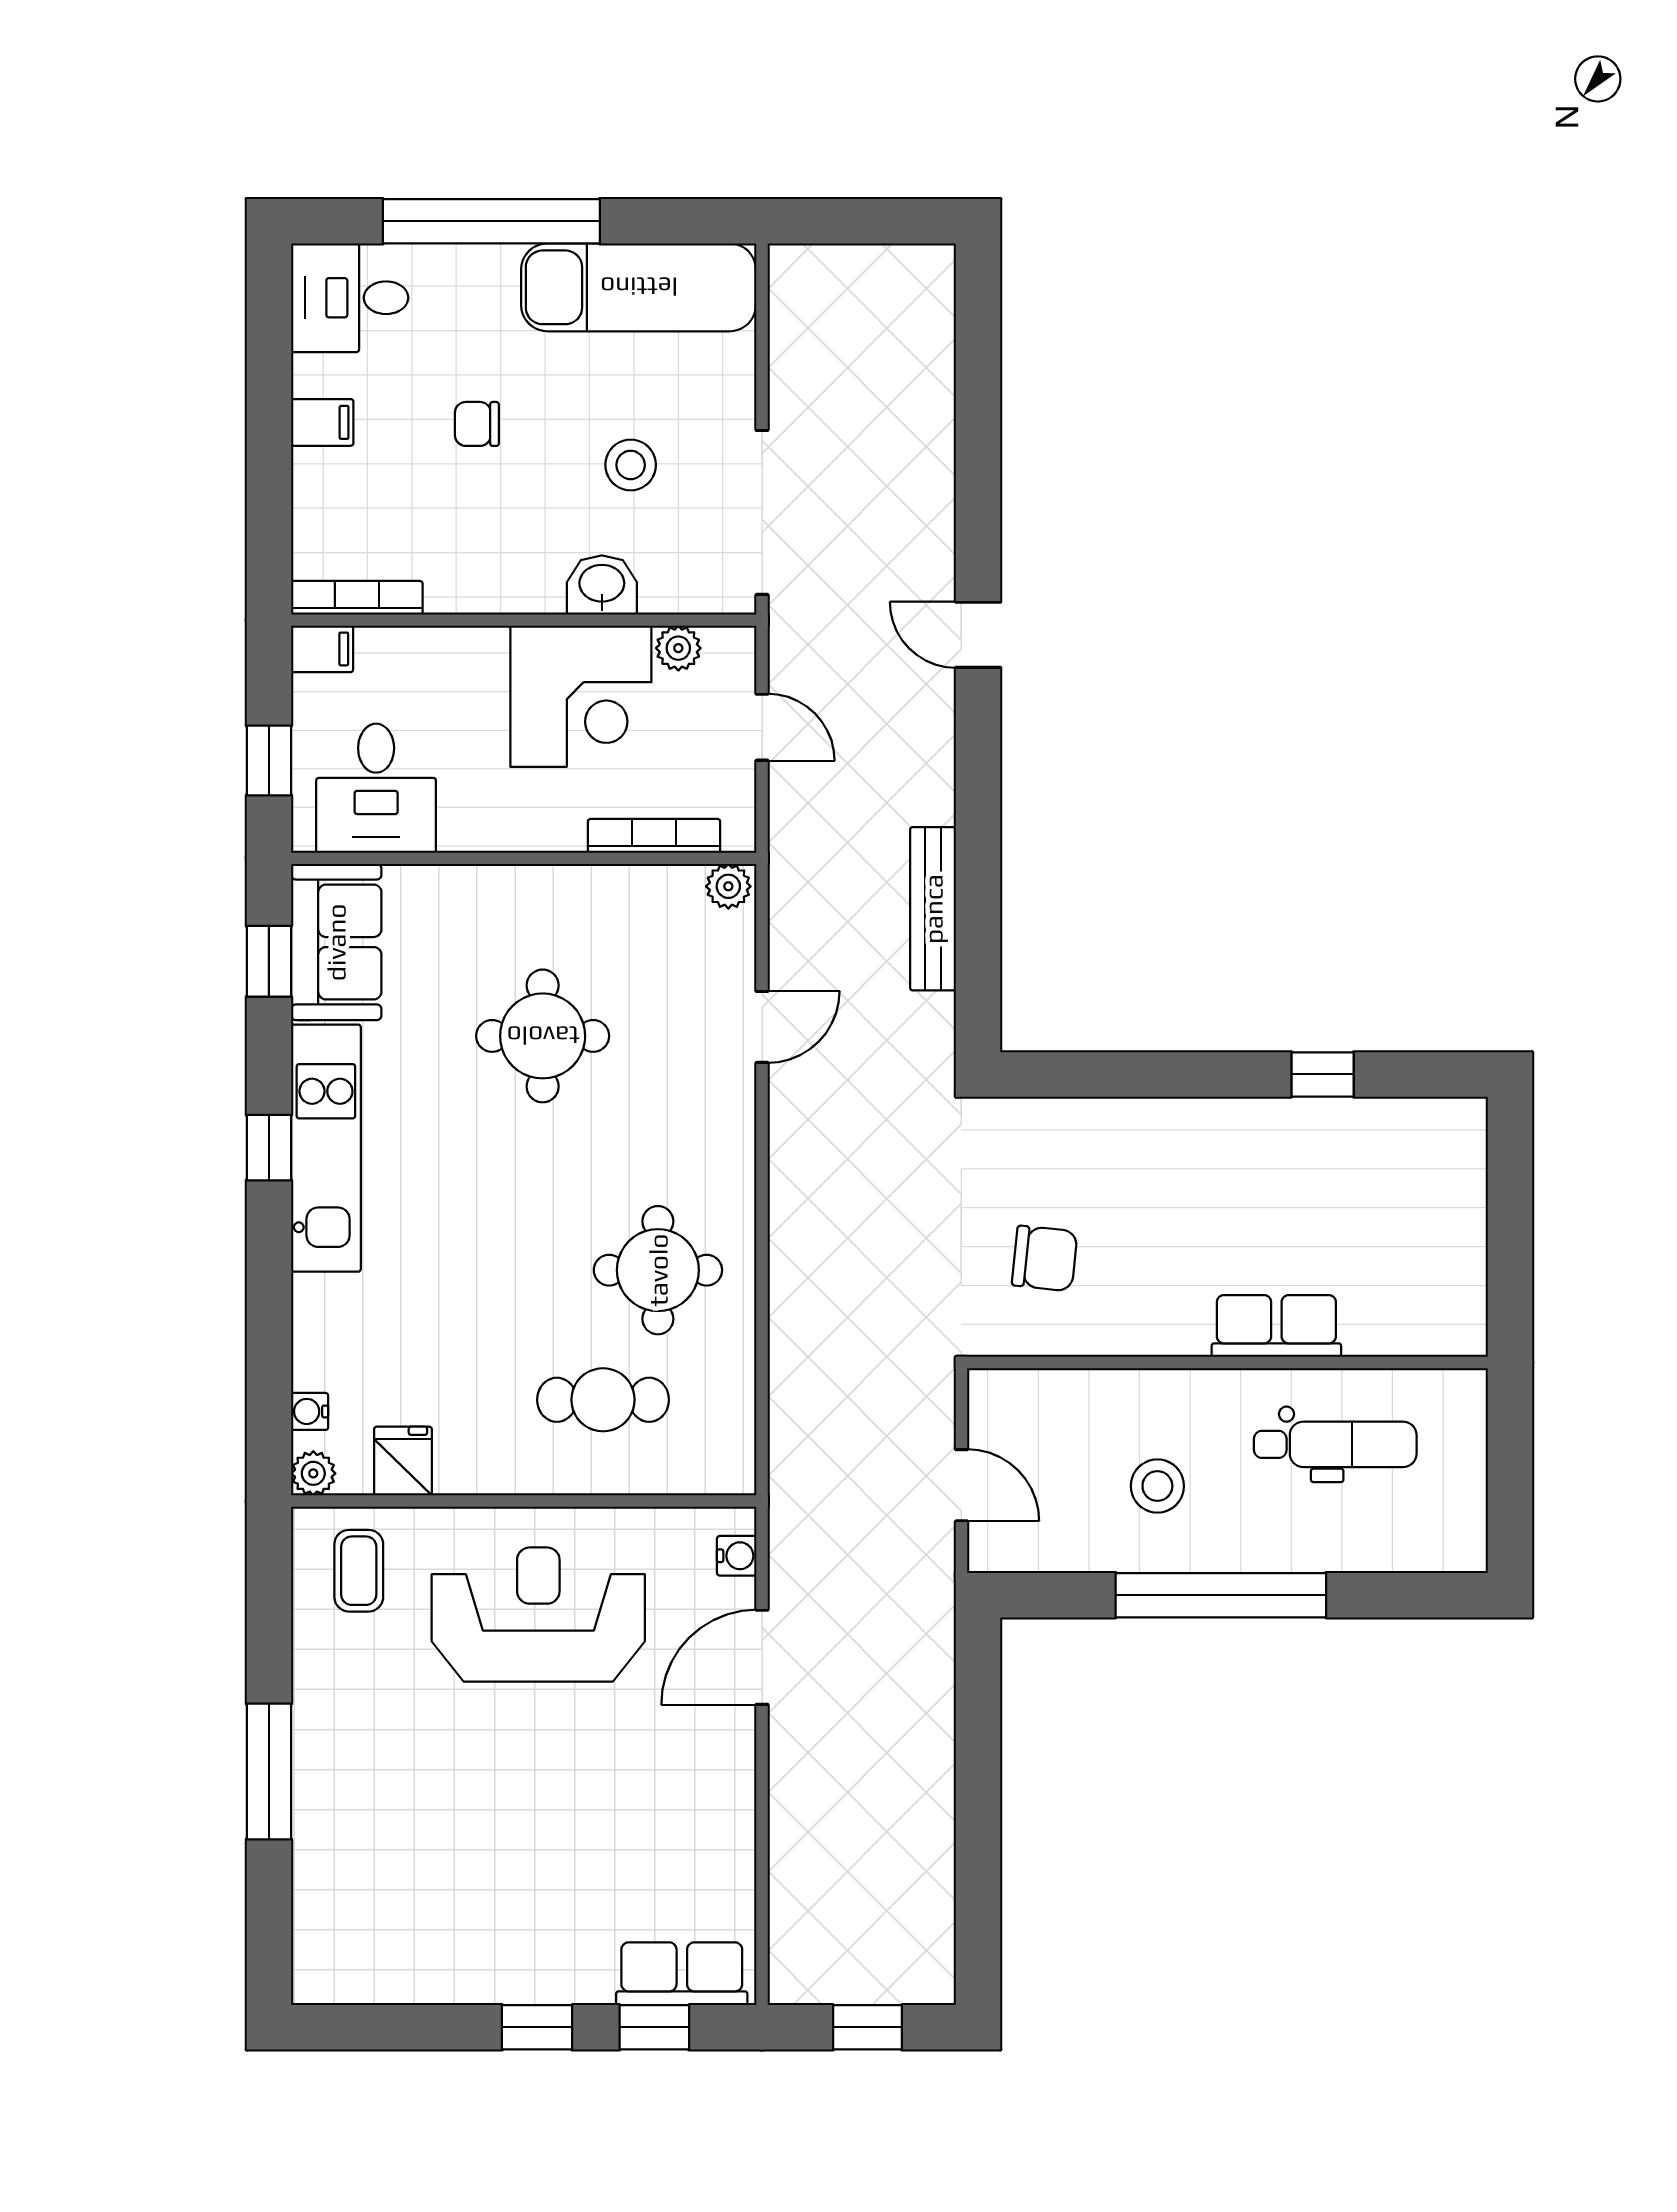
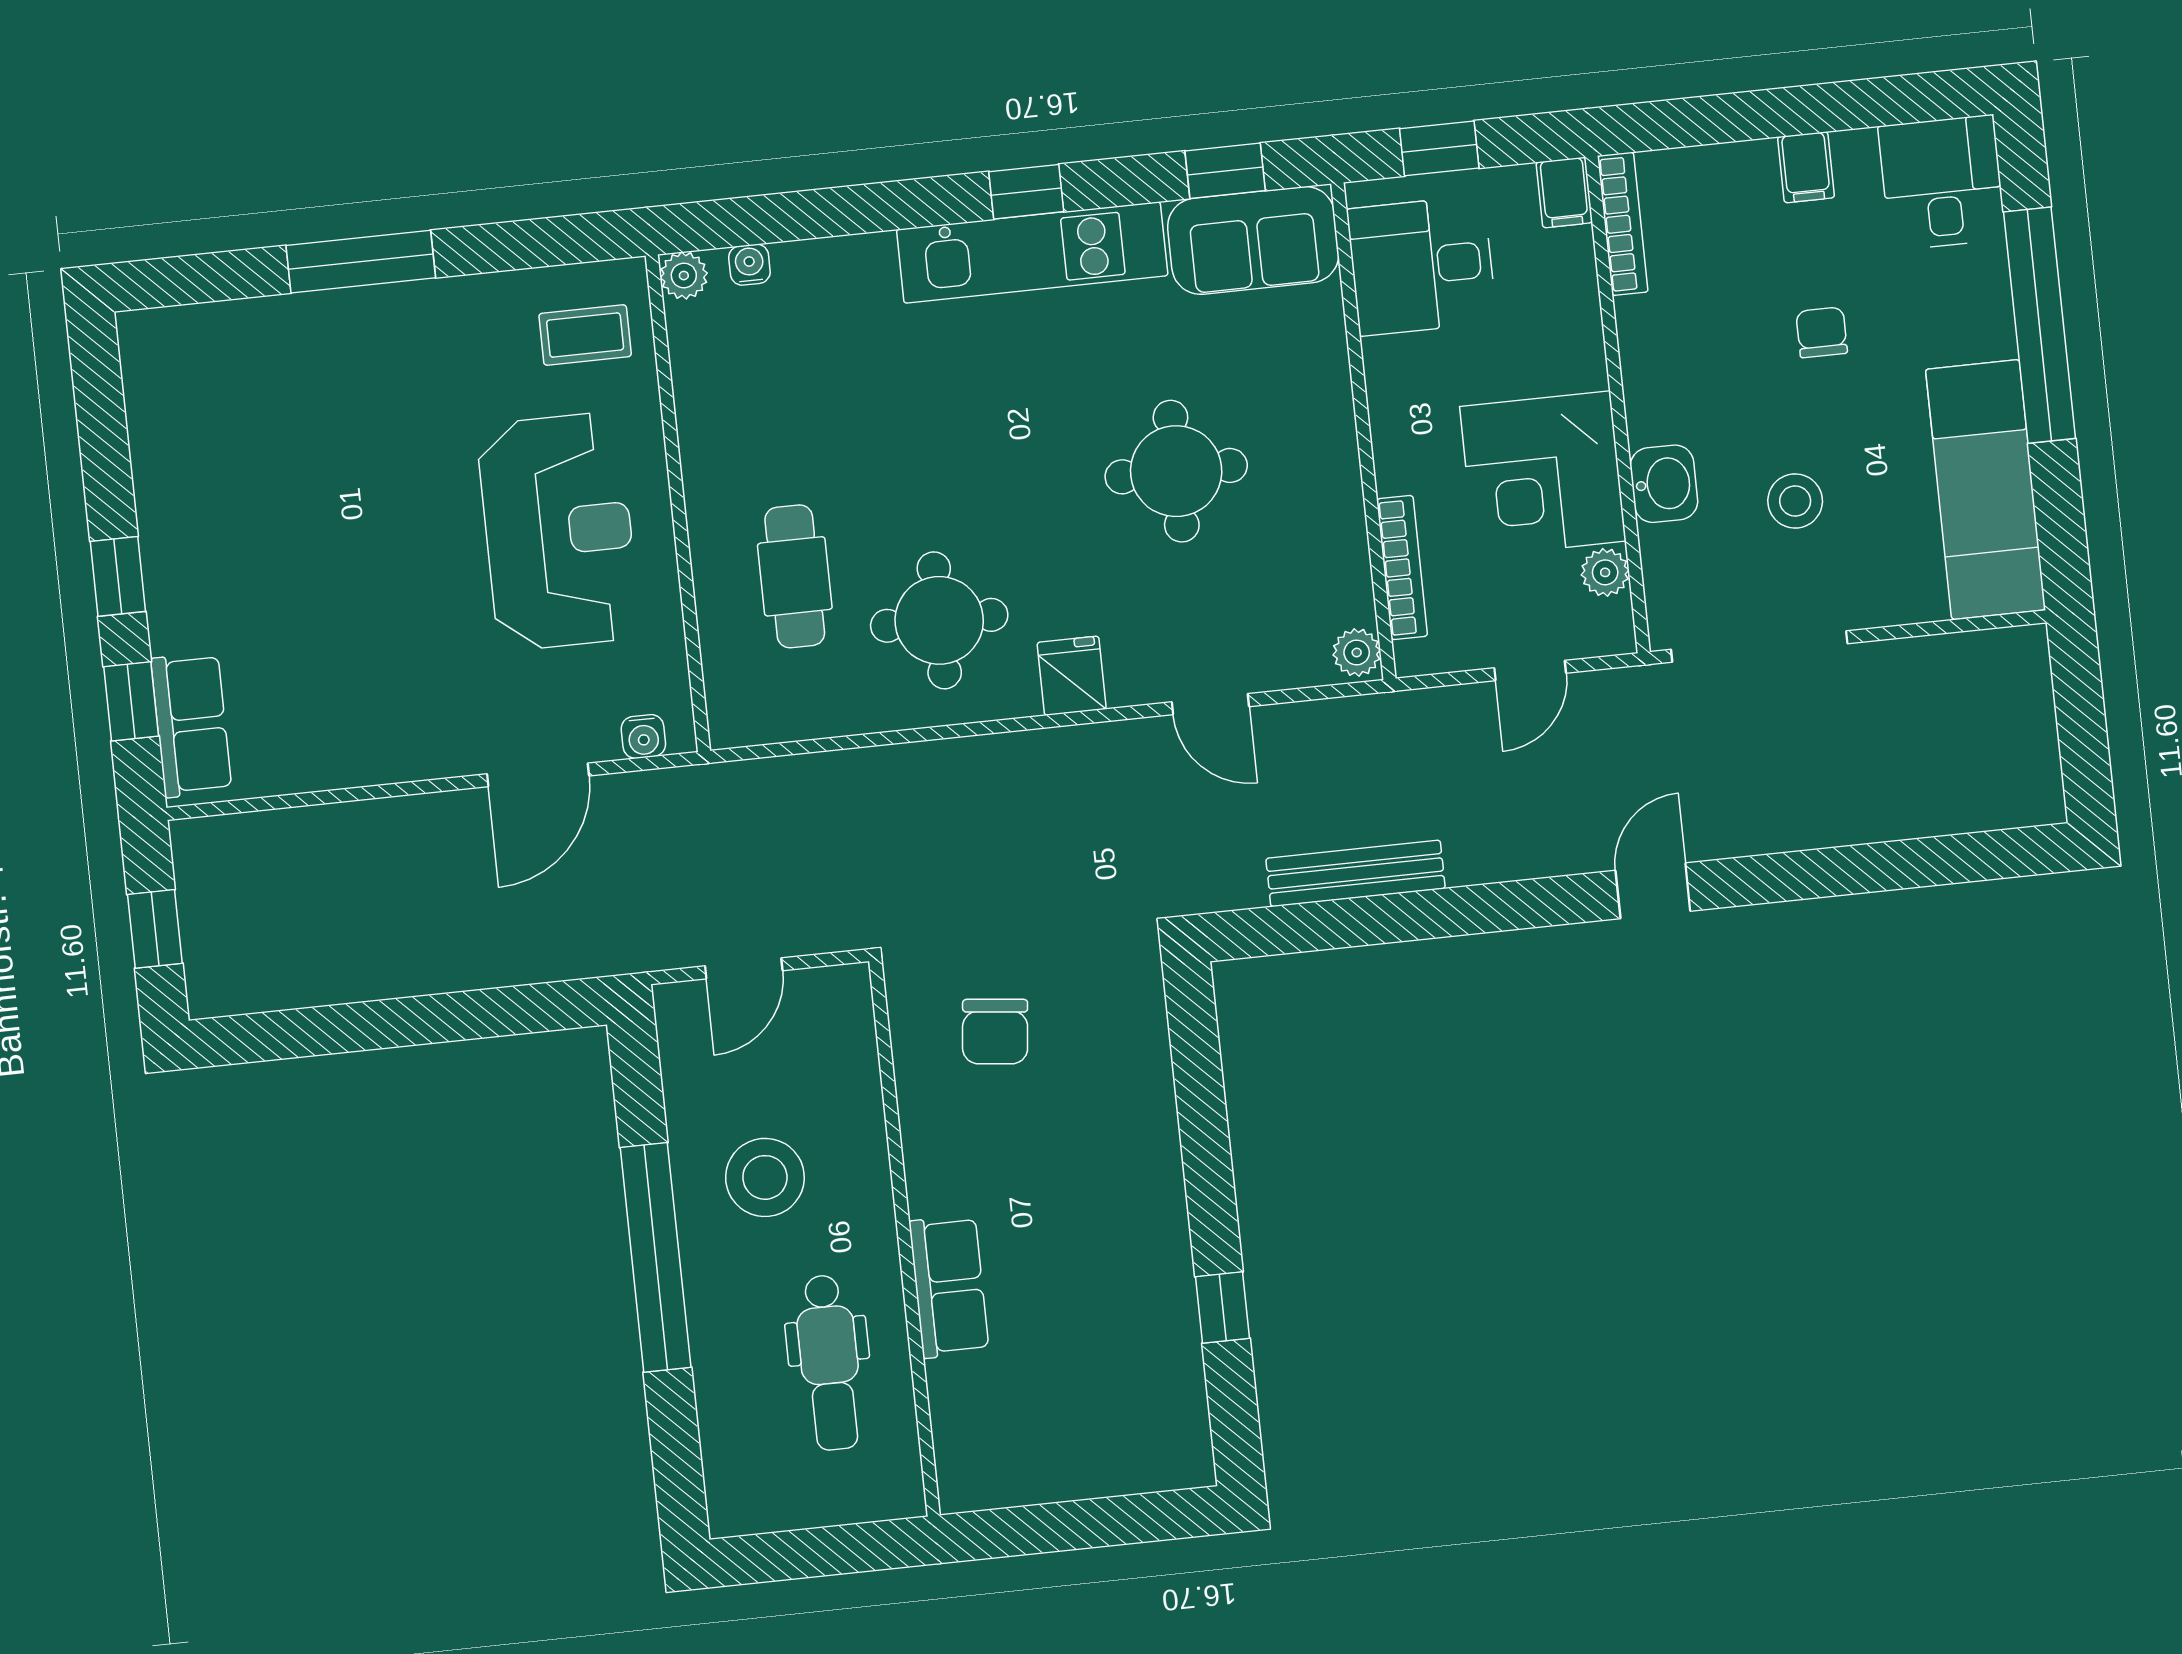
fridge: (403, 1461) -> (1072, 676), moved, turned -90
stool: (1157, 1486) -> (765, 1177), width x1.38, depth x1.38
door: (762, 1657) -> (538, 775), swing flipped

